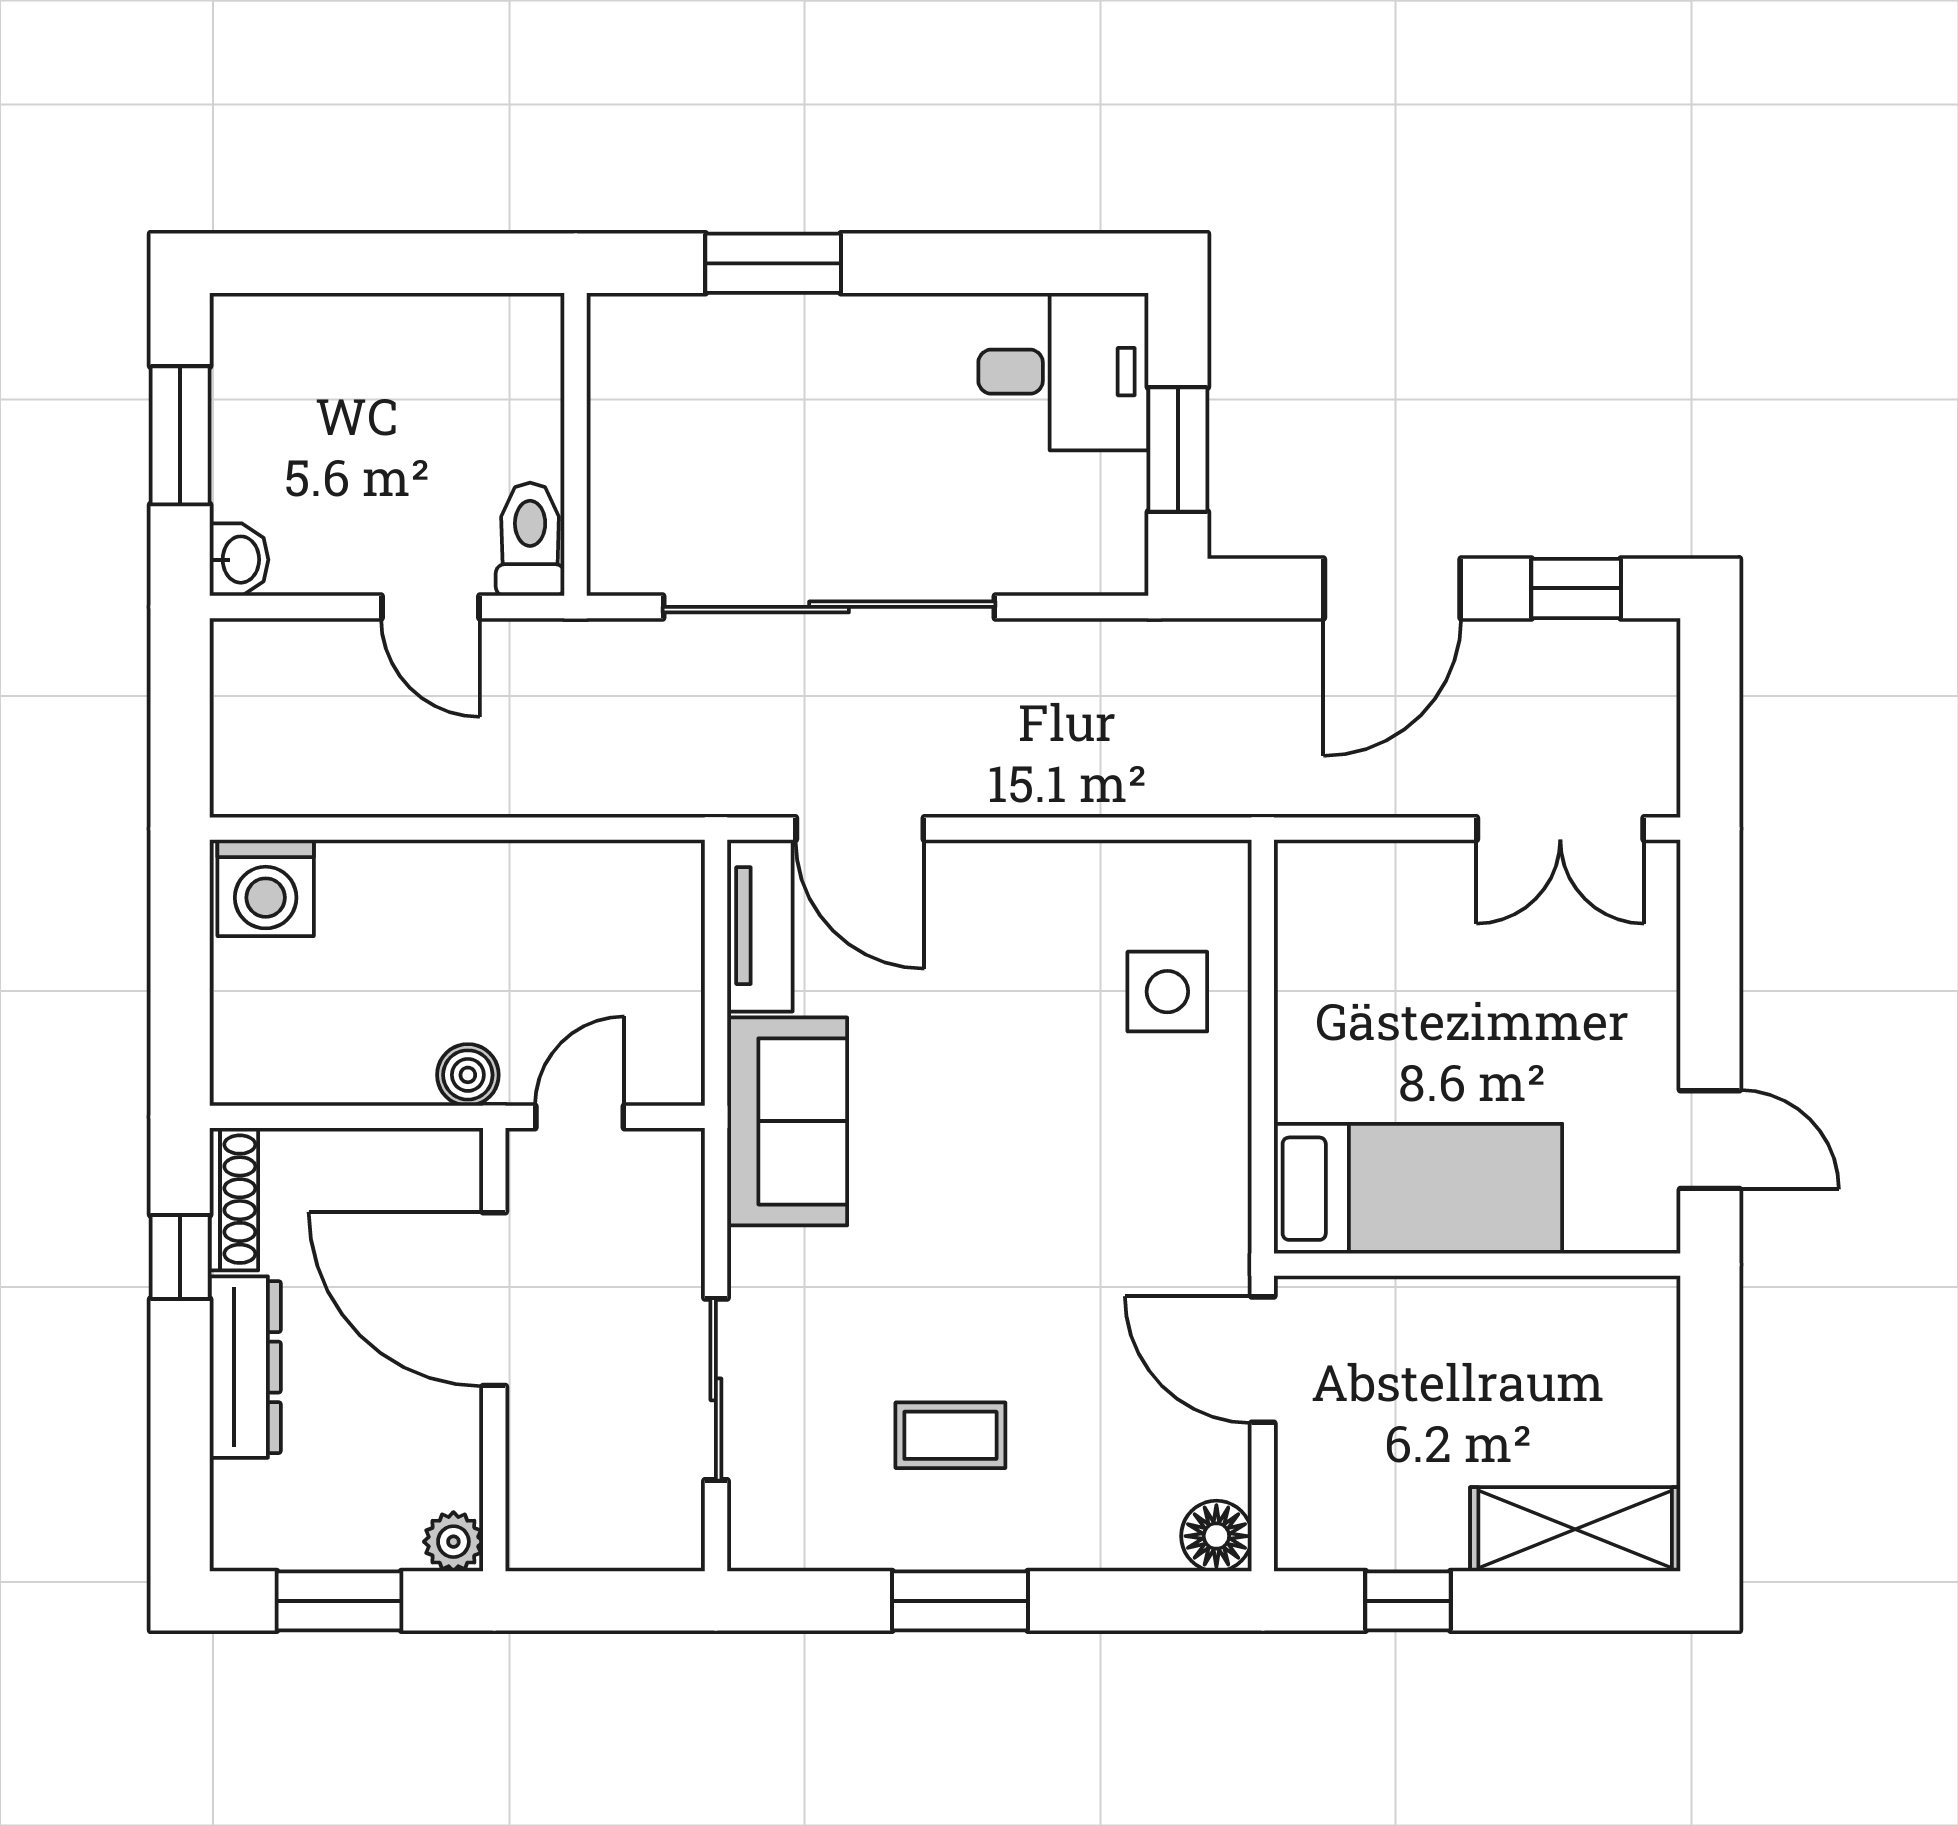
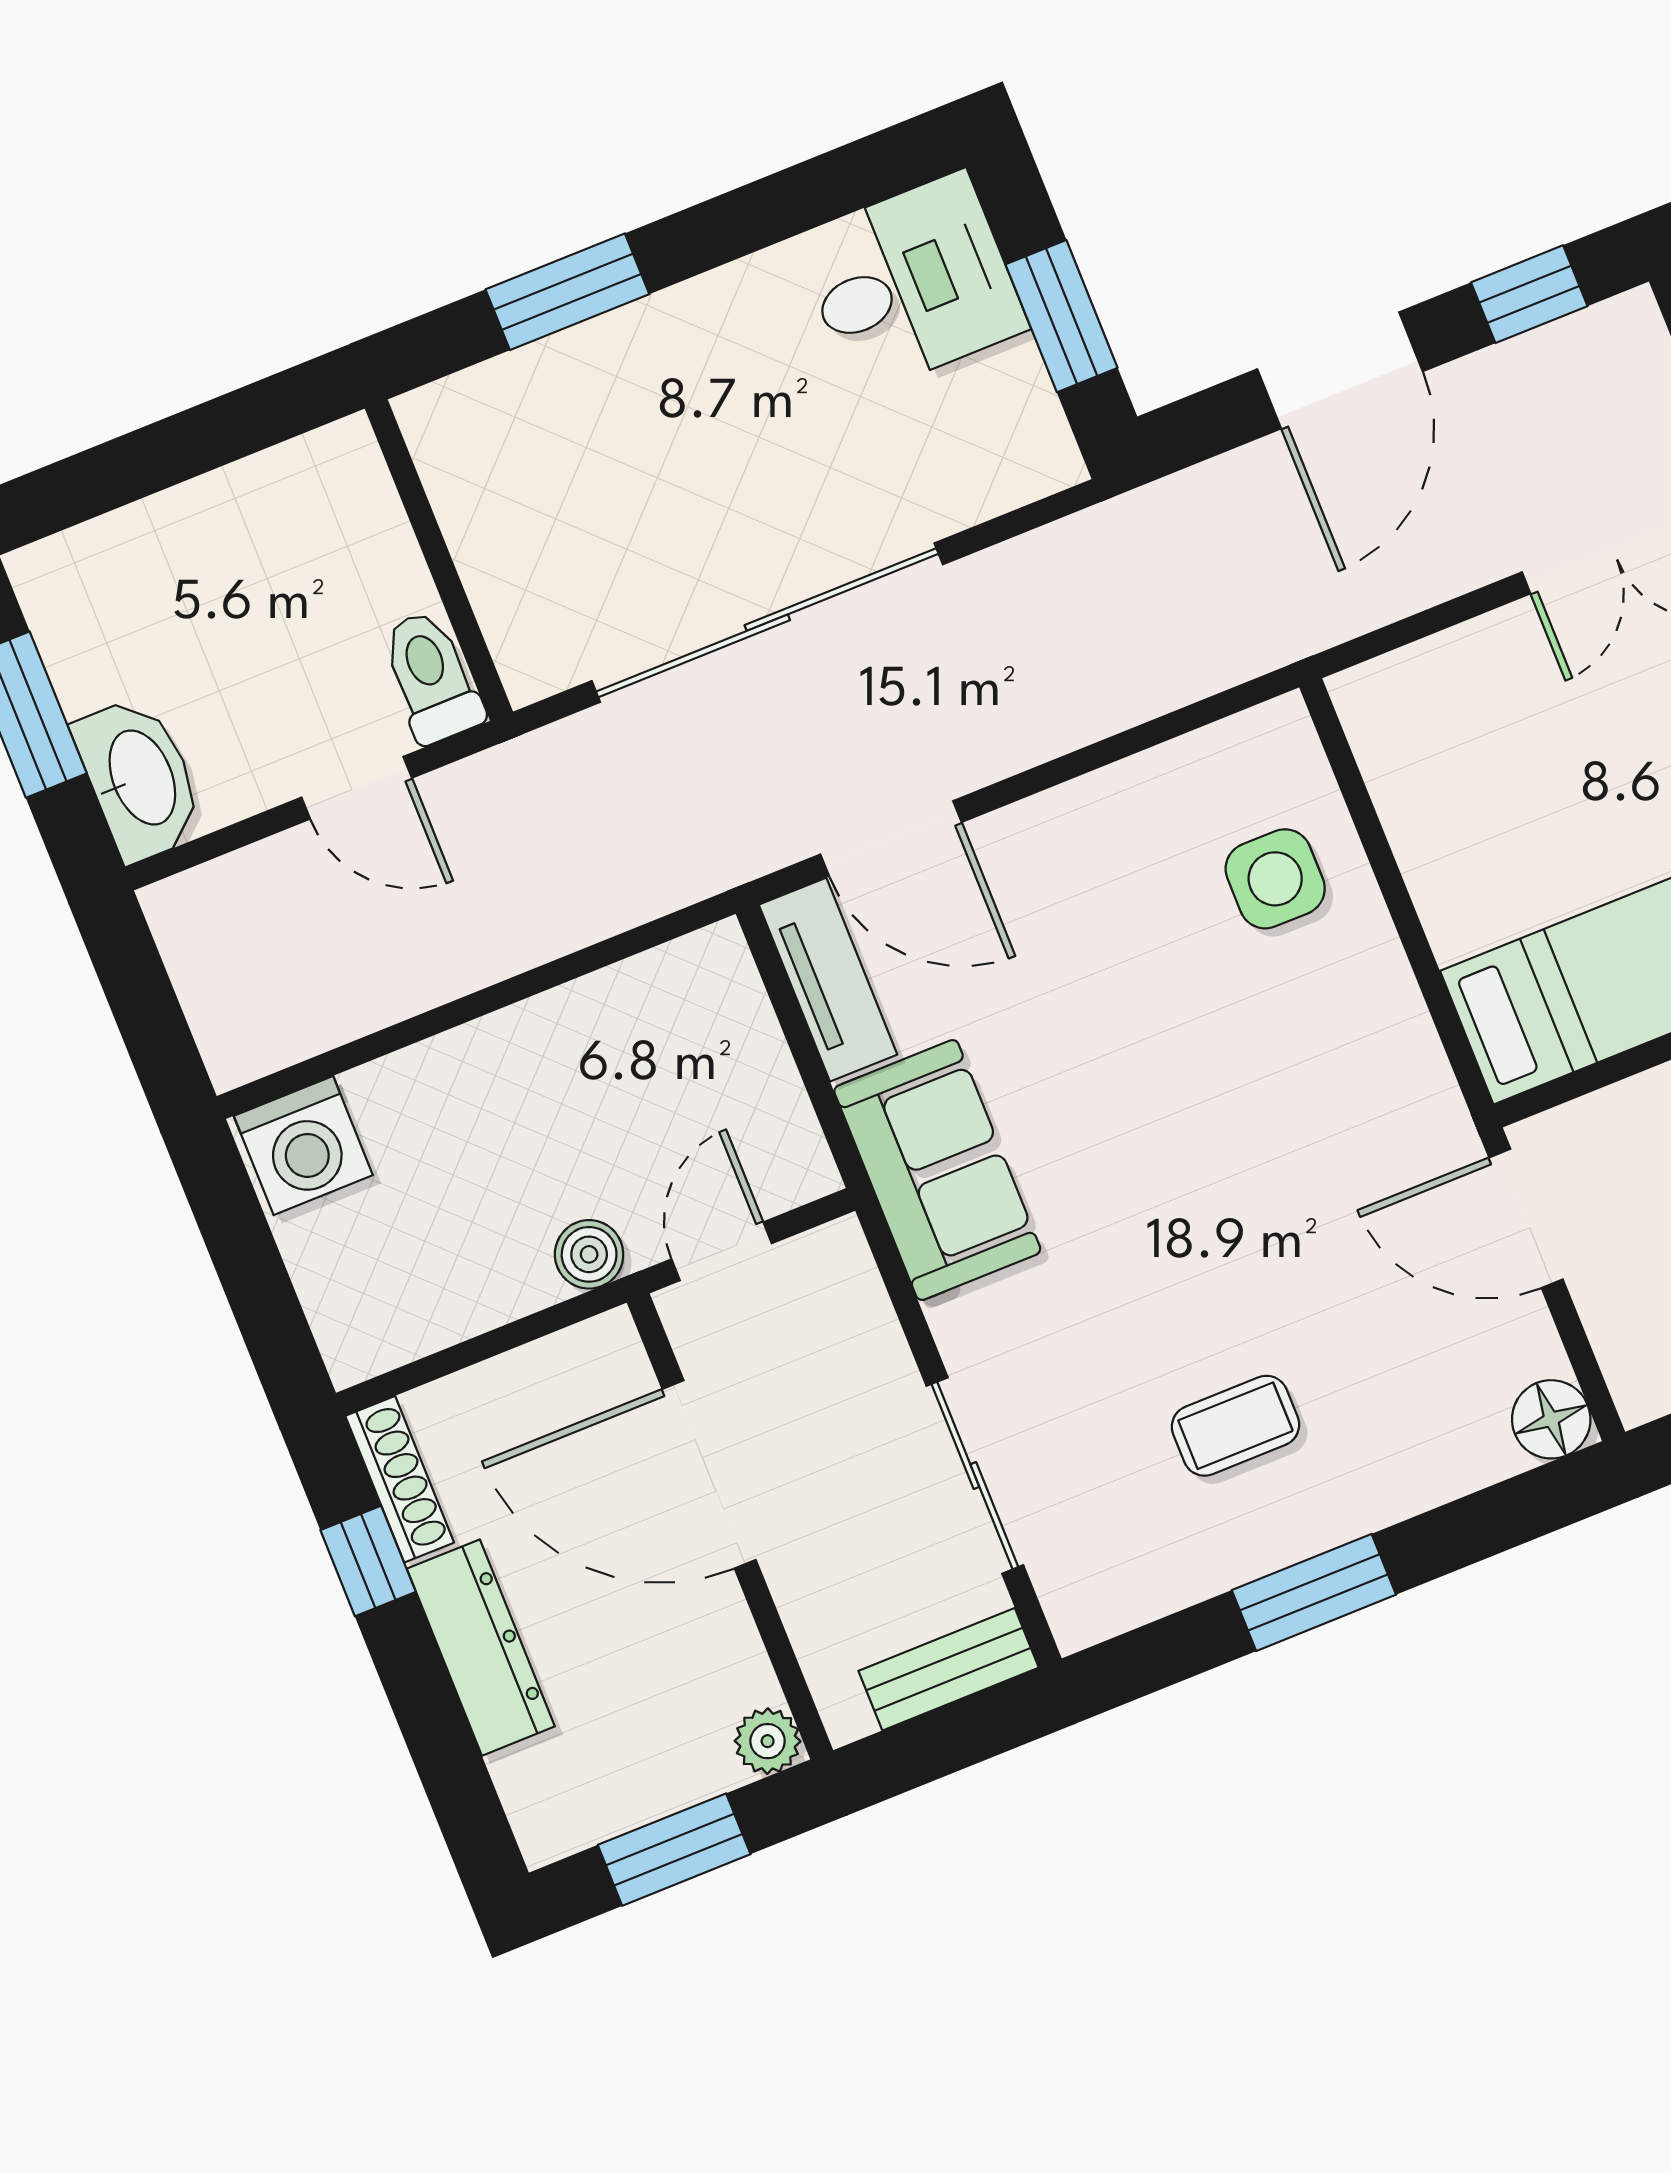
washbasin: (239, 560) -> (140, 779), width x1.91, depth x1.45
bench: (629, 1542) -> (949, 1669), added

